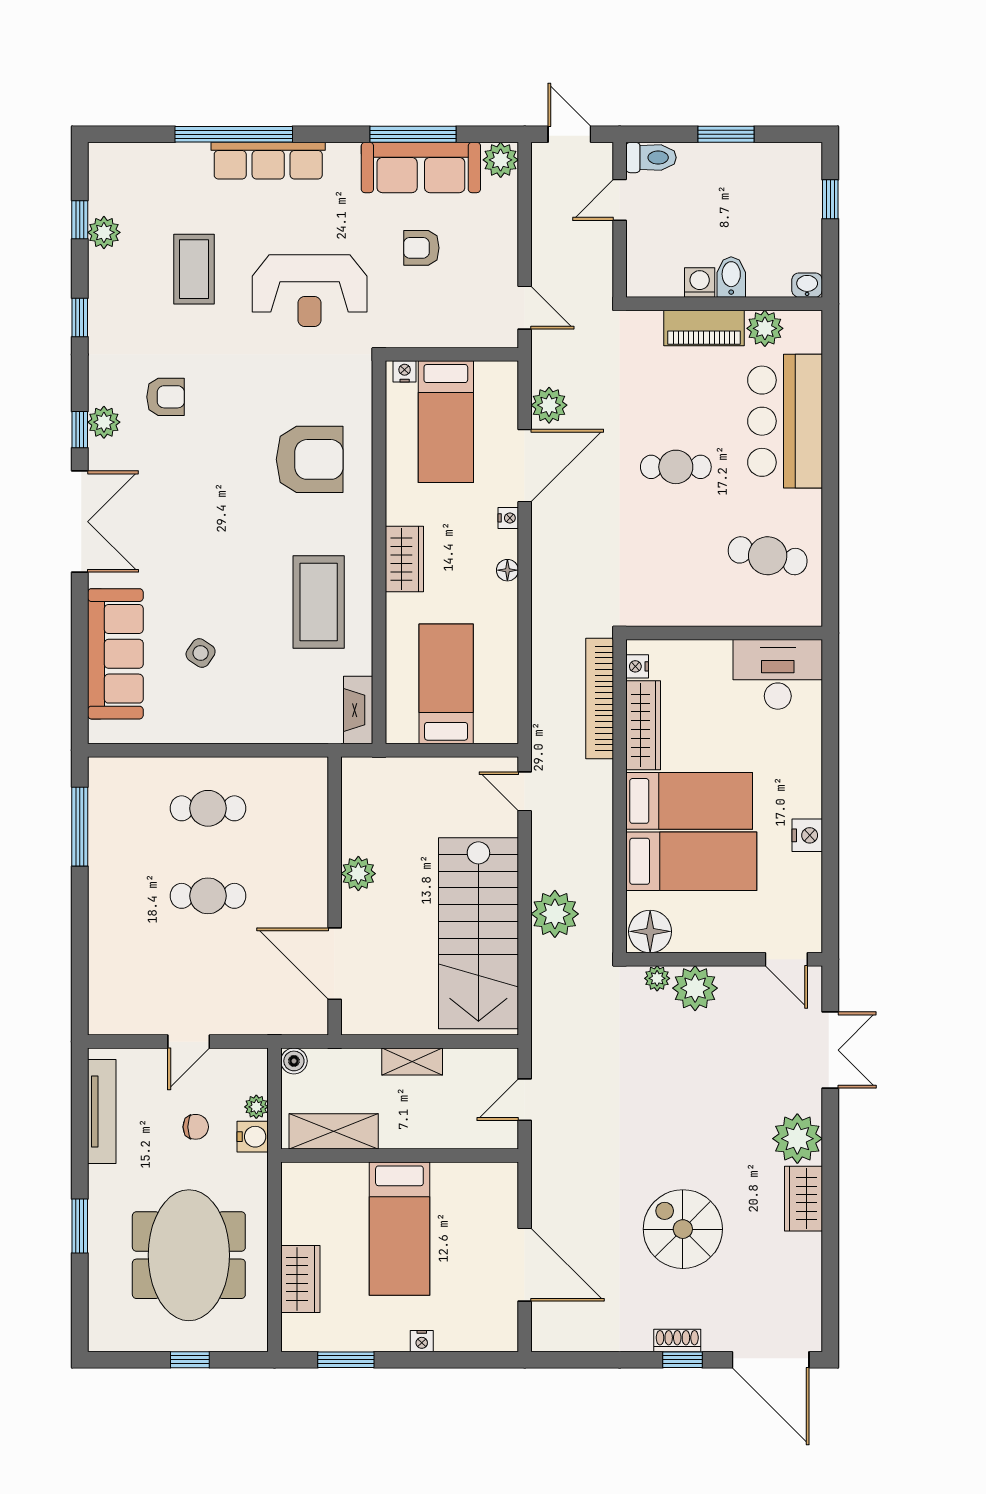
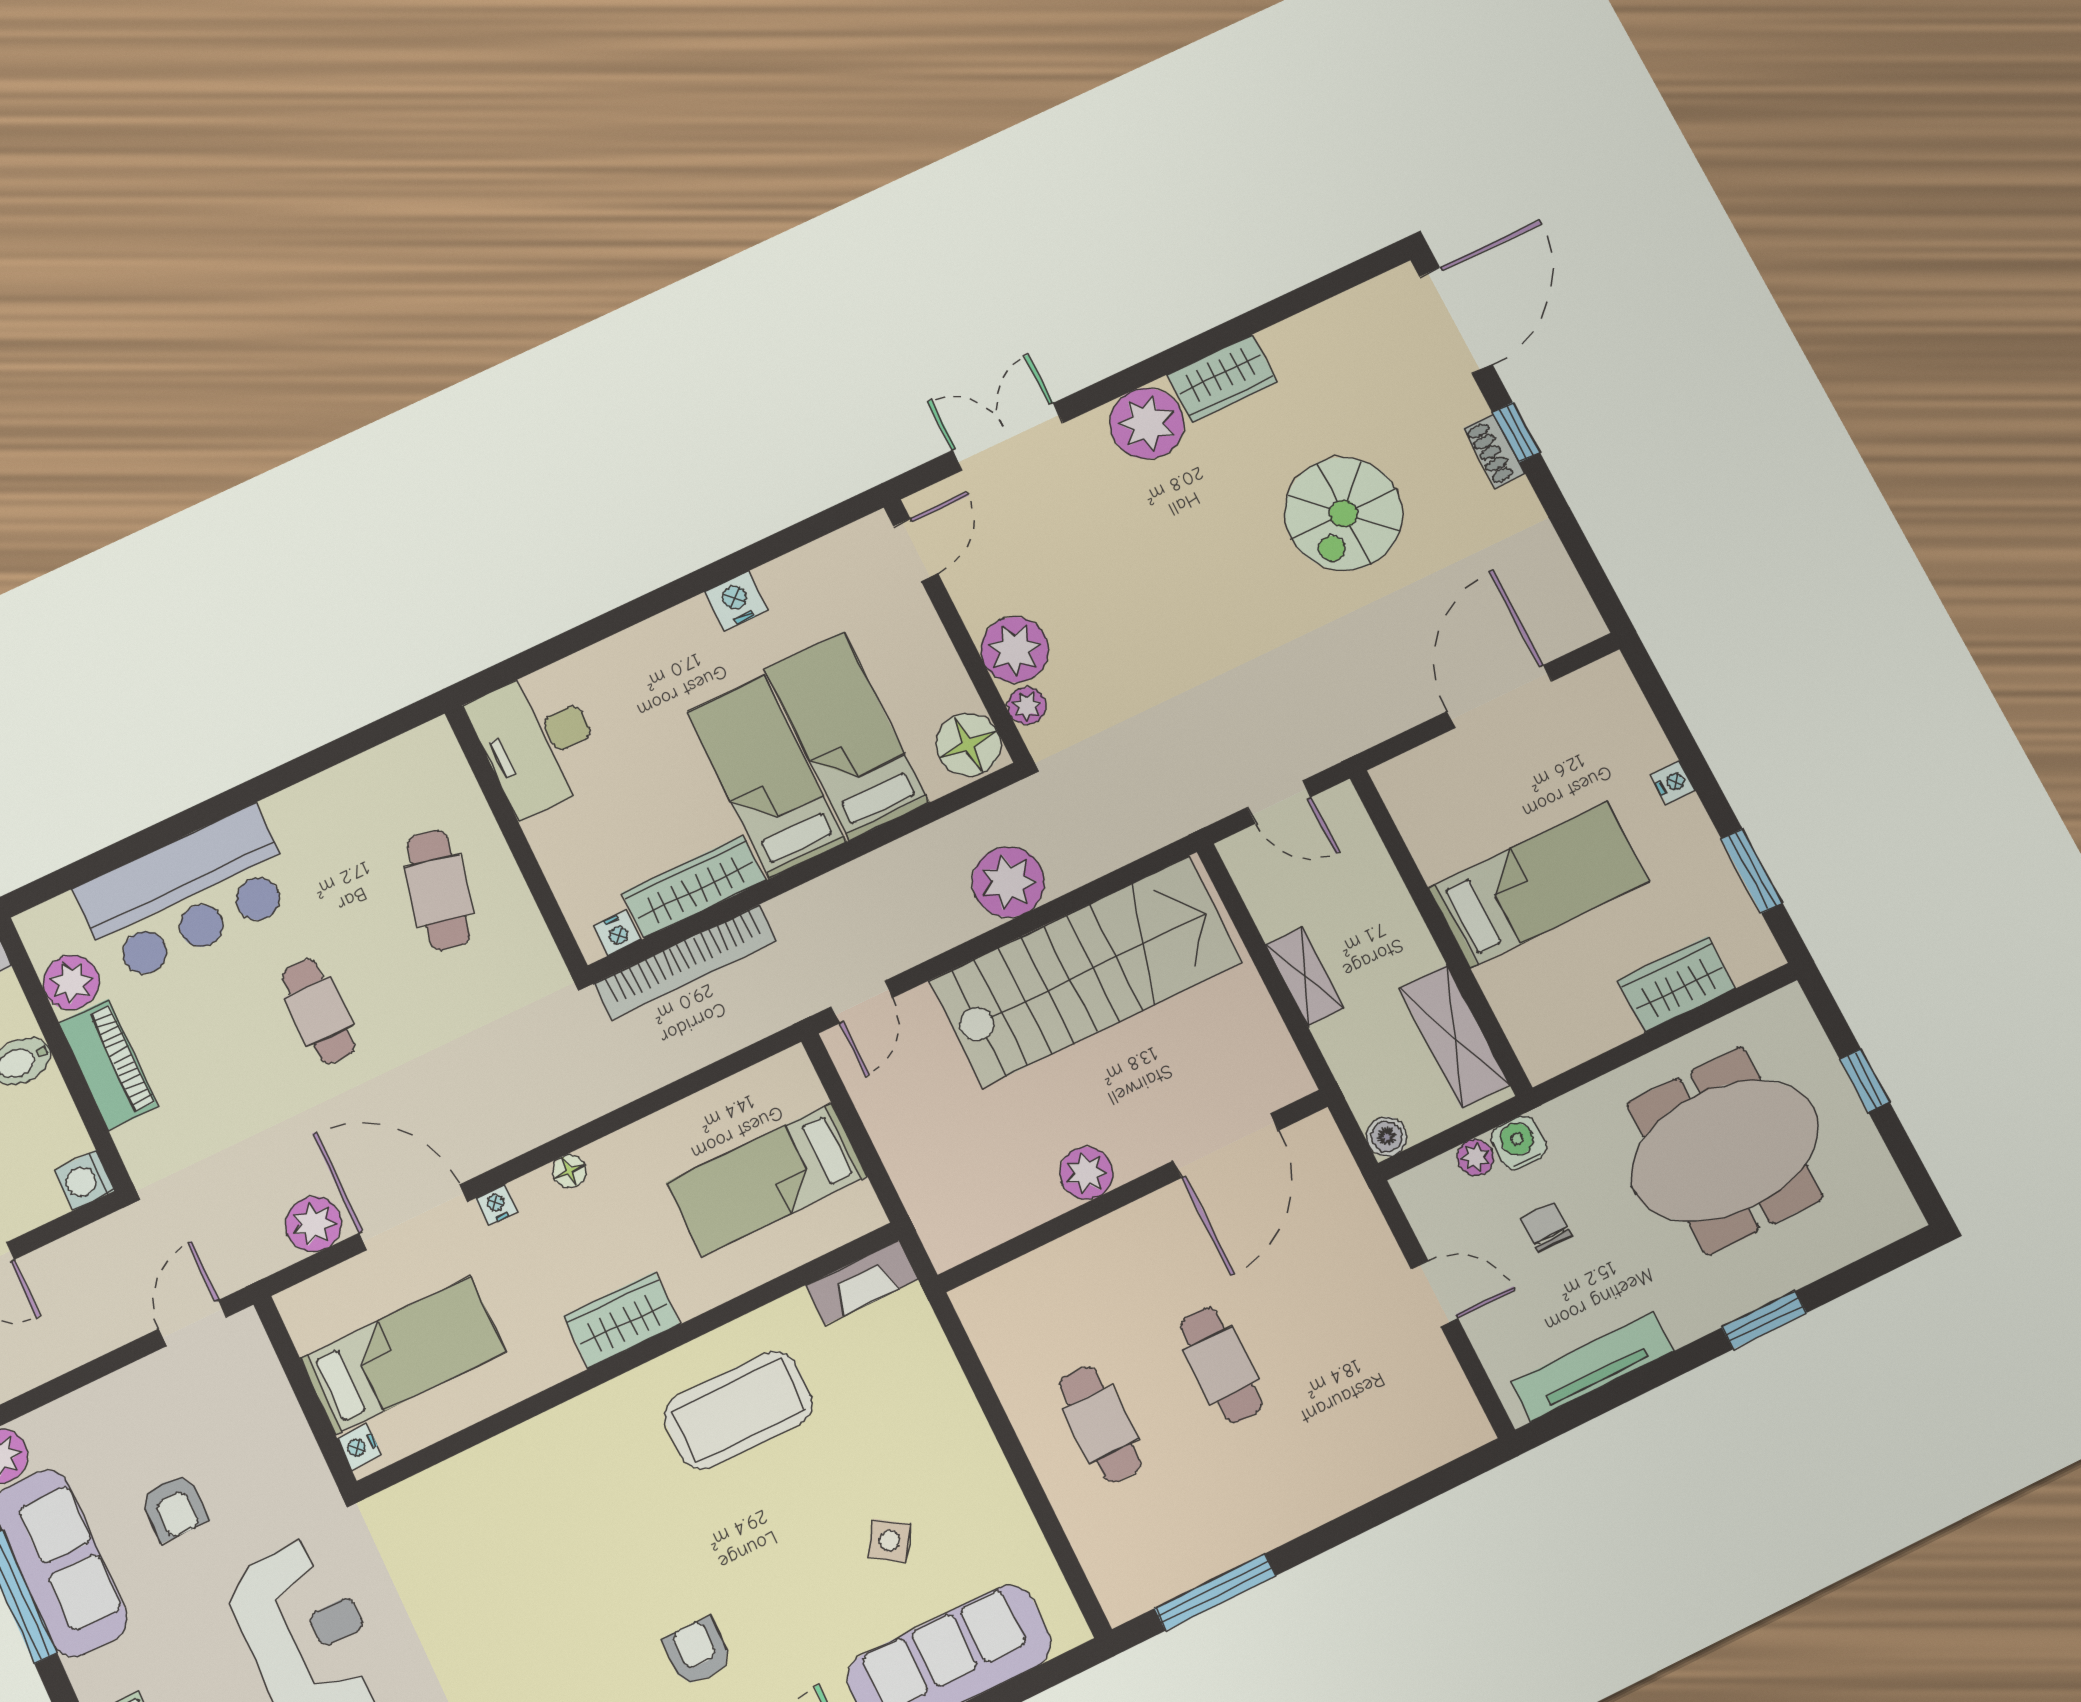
washing machine: (700, 282) -> (84, 1180), moved
armchair: (310, 459) -> (697, 1652), moved, width x0.53, depth x0.53
cafe table: (768, 556) -> (439, 890), moved

